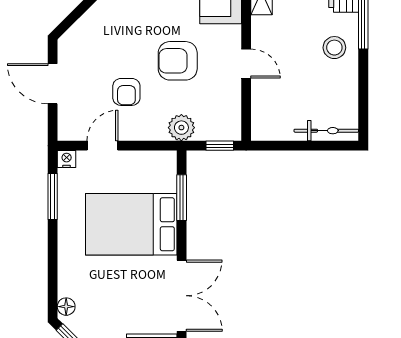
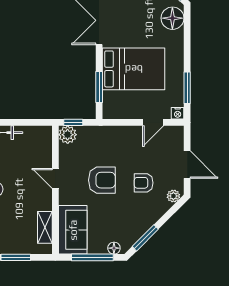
plant: (73, 38) -> (173, 196), added
armchair: (126, 92) -> (144, 183), moved, turned -90
plant: (181, 128) -> (68, 135), moved
floor lamp: (66, 307) -> (172, 18), width x1.89, depth x1.89

